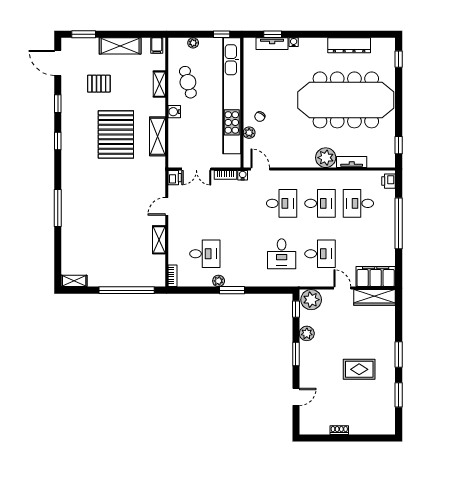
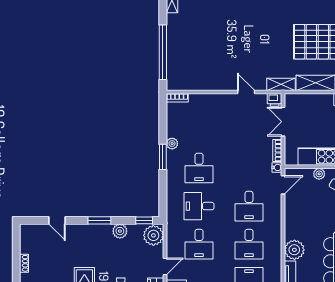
shelving: (159, 240) -> (281, 84), moved
desk: (205, 254) -> (199, 168), moved

